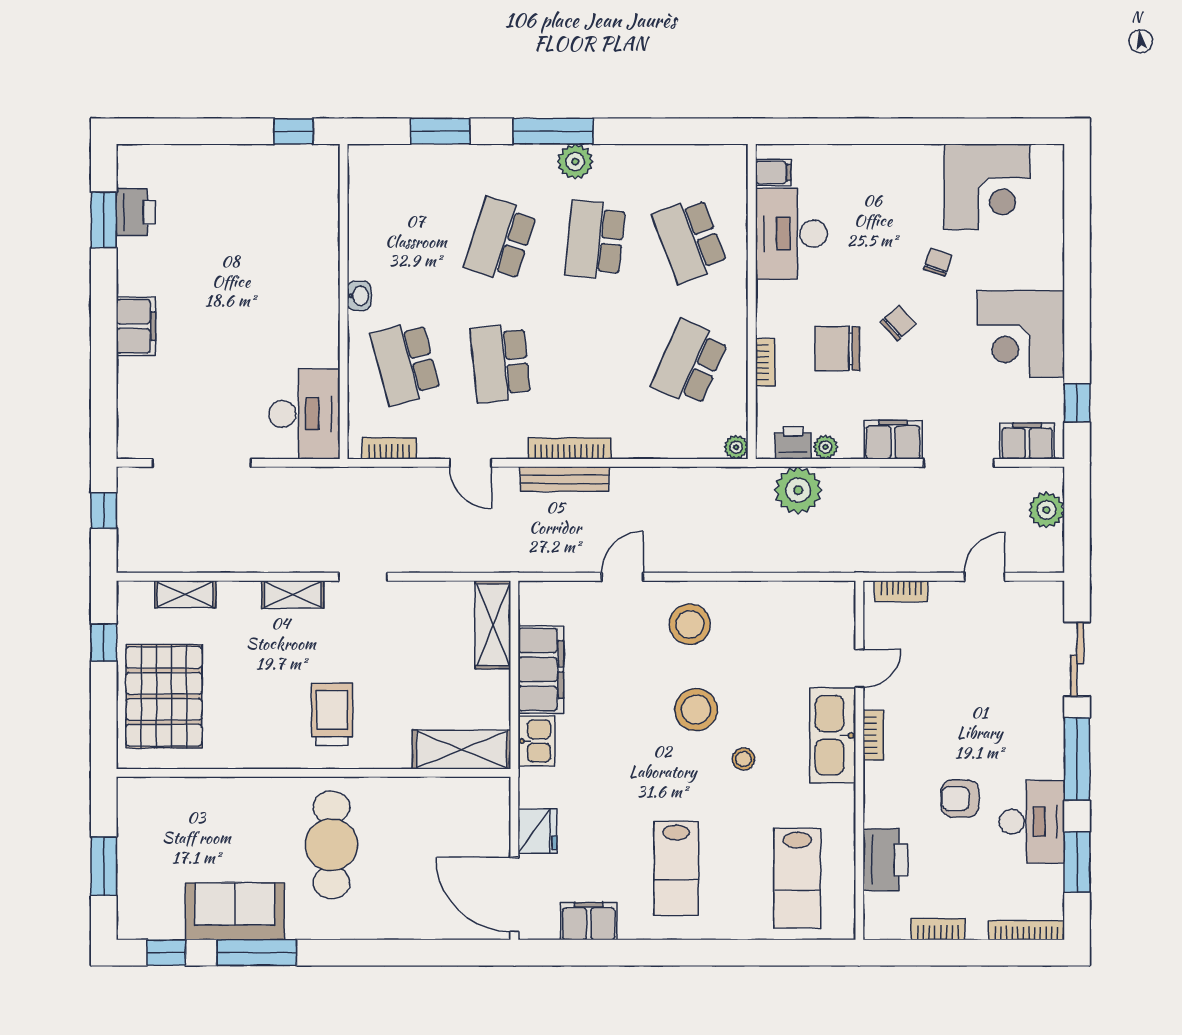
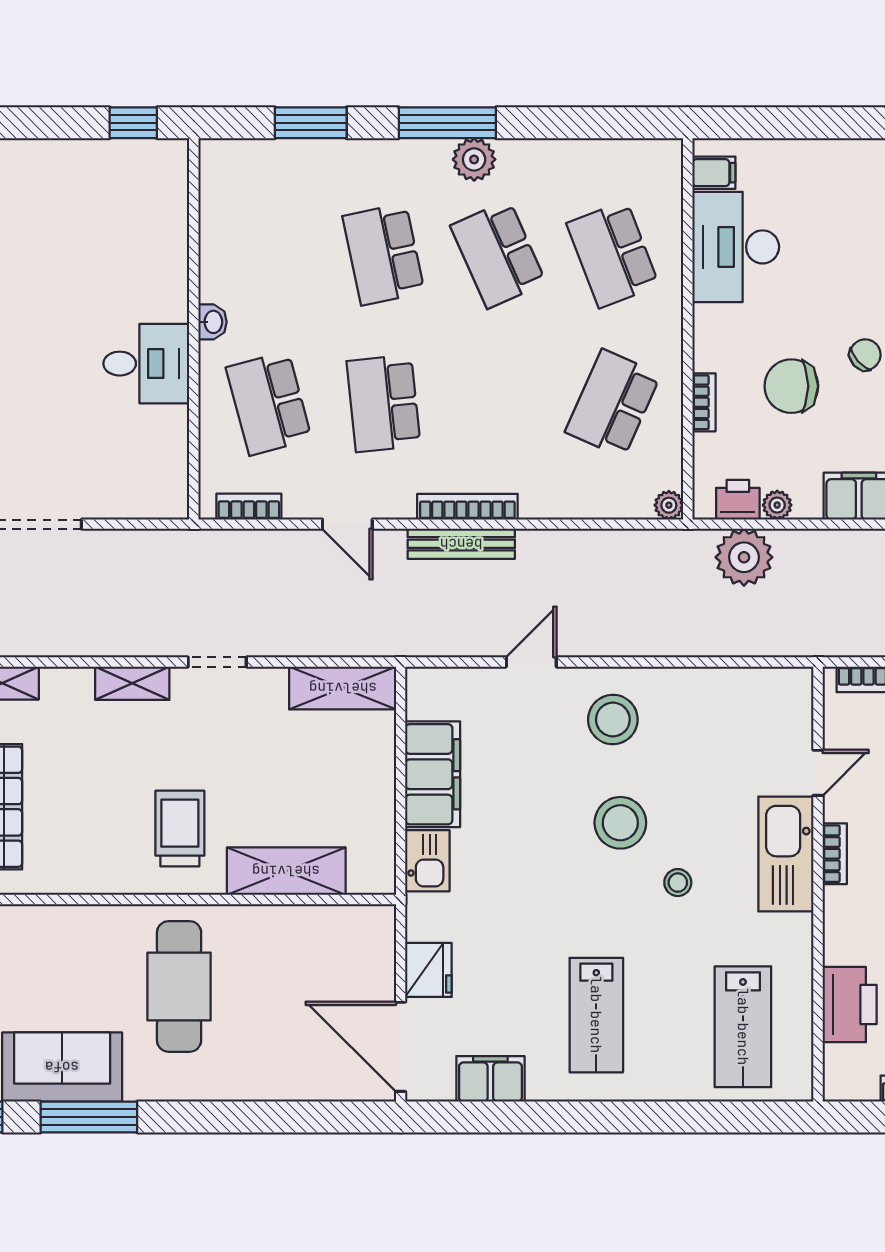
school desk: (500, 240) -> (383, 254), turned -30
school desk: (595, 240) -> (498, 254), turned -30
desk: (304, 414) -> (146, 364), moved, width x0.73
shelving: (493, 625) -> (343, 688), moved, turned 90
shelving: (462, 749) -> (286, 871), moved

